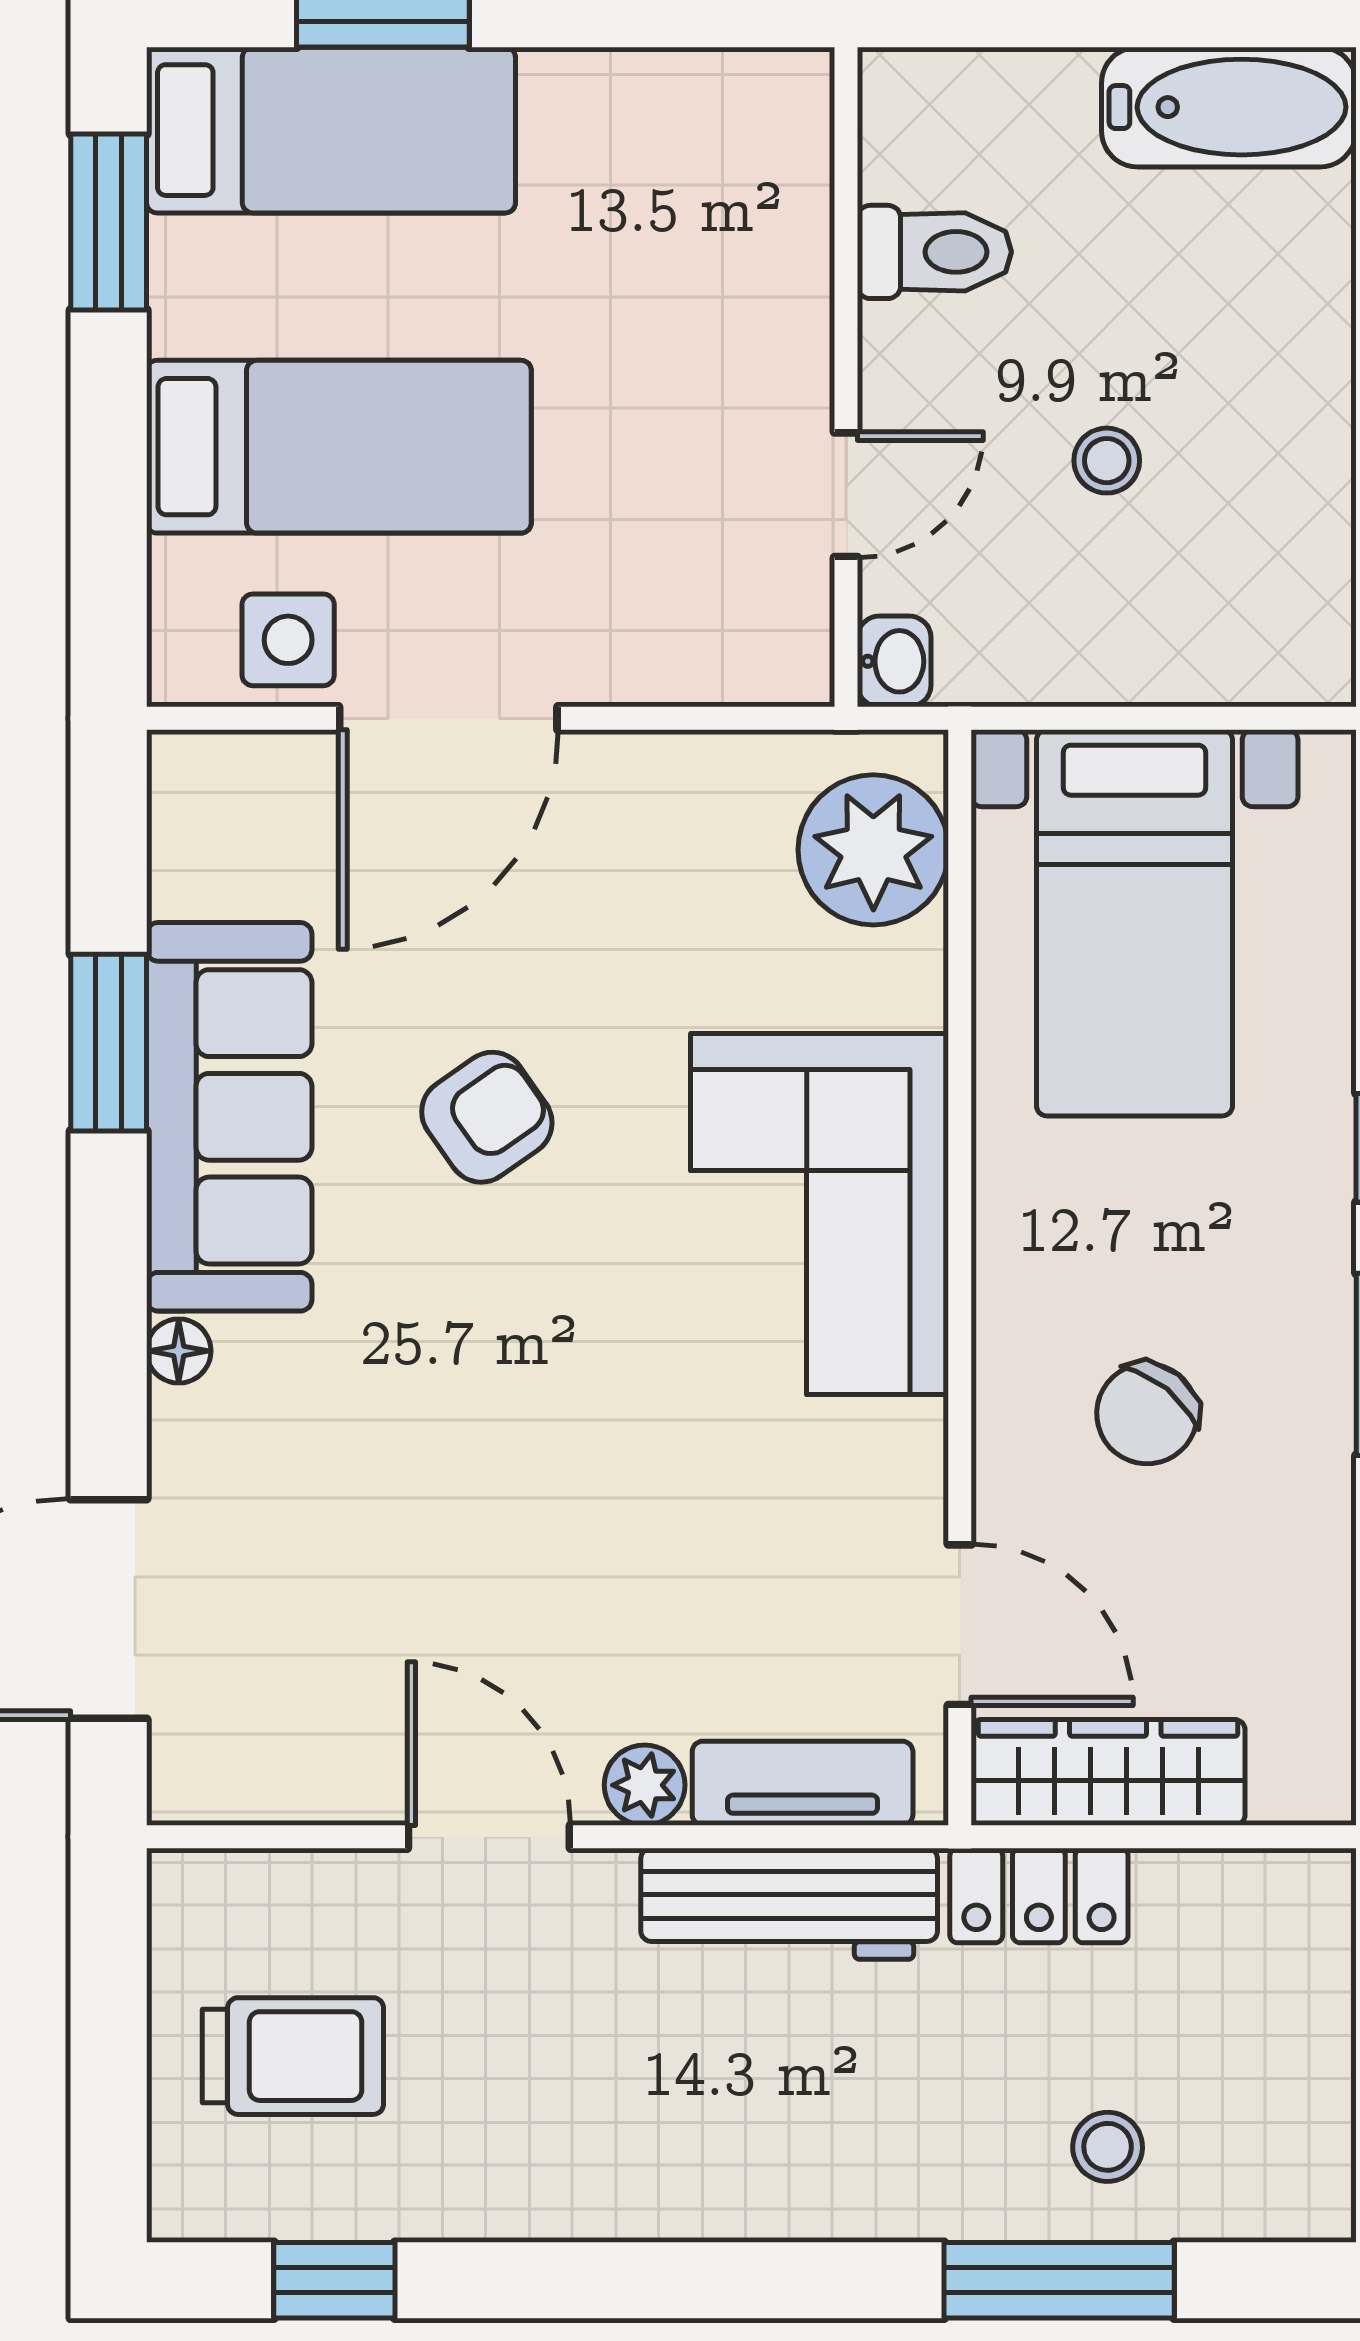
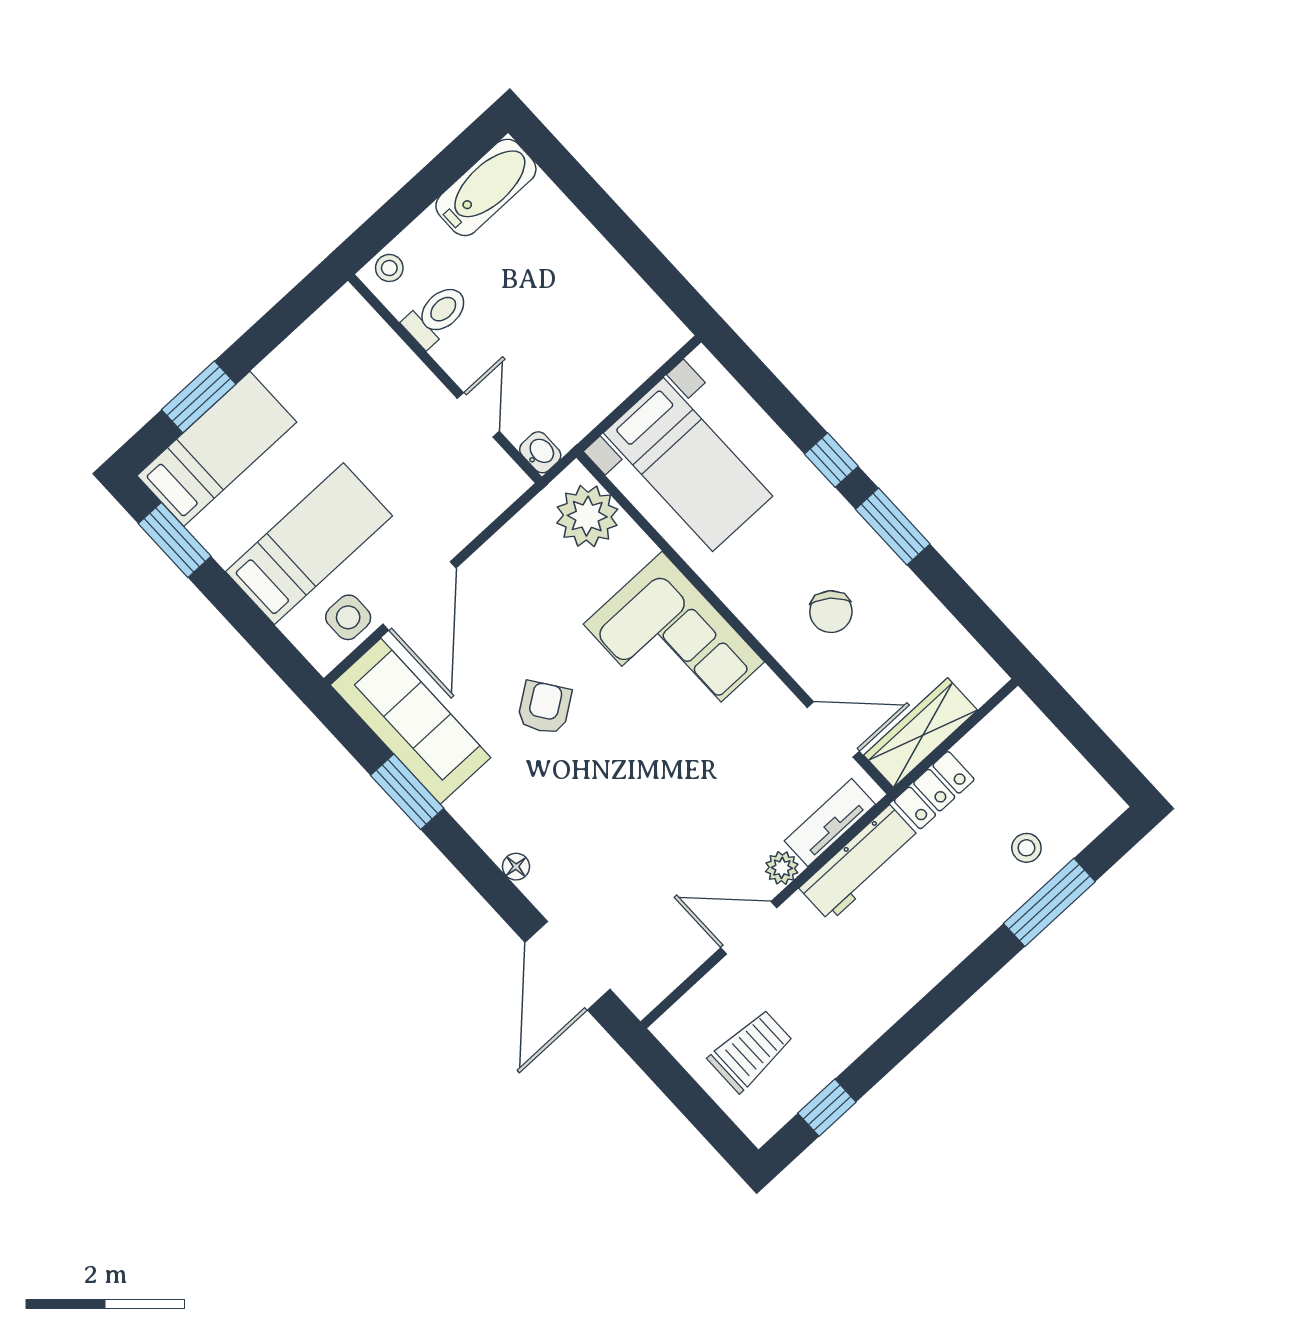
stool: (1107, 461) -> (389, 268), moved
sofa: (229, 1117) -> (411, 721), moved

